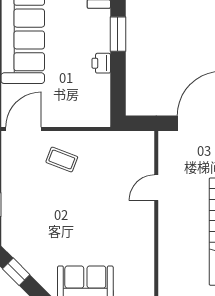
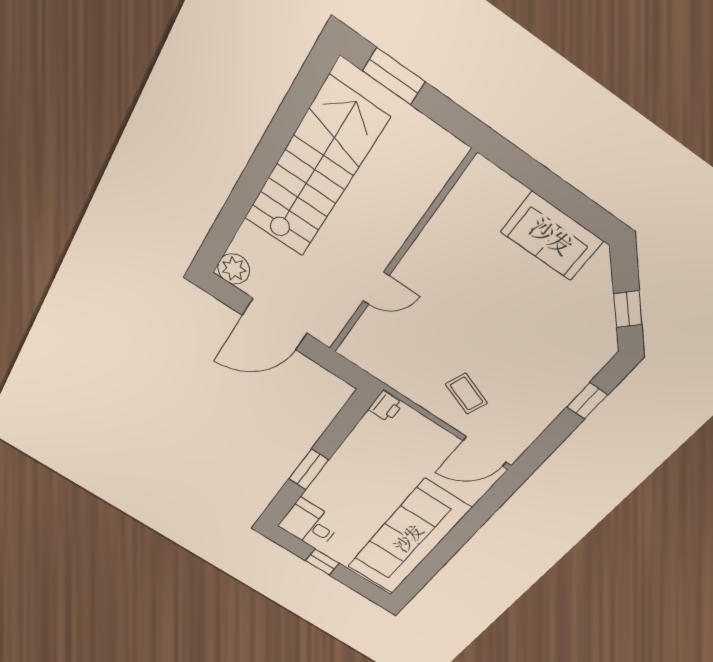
printer: (101, 63) -> (386, 407), moved

